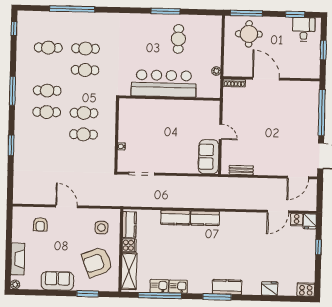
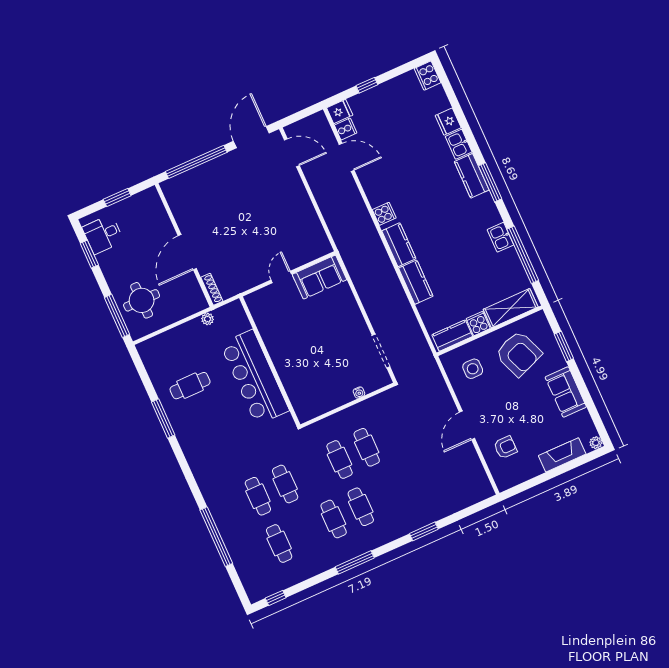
bench: (241, 170) -> (317, 228), removed
cooker: (230, 218) -> (384, 214), added
kitchen sink: (159, 286) -> (459, 144), moved

